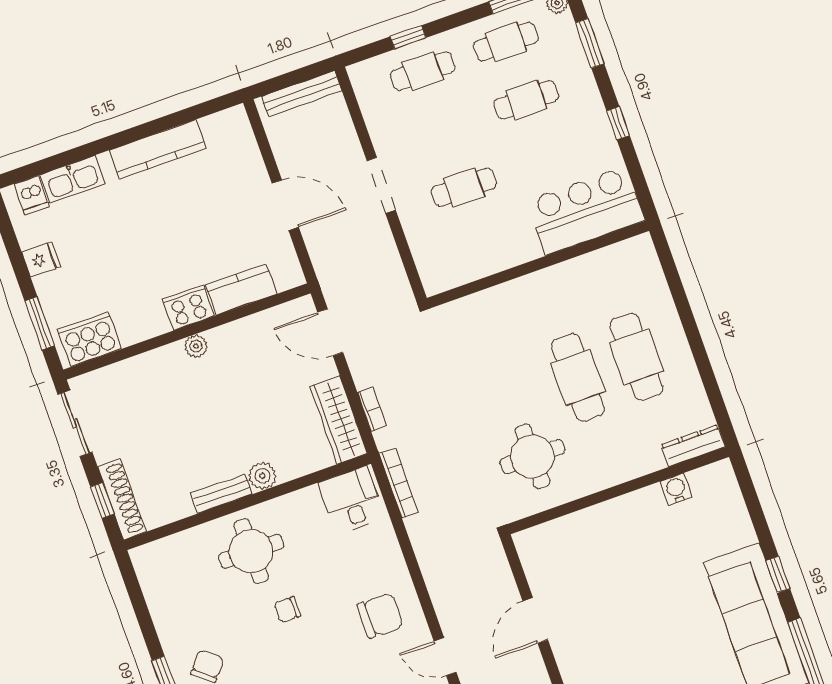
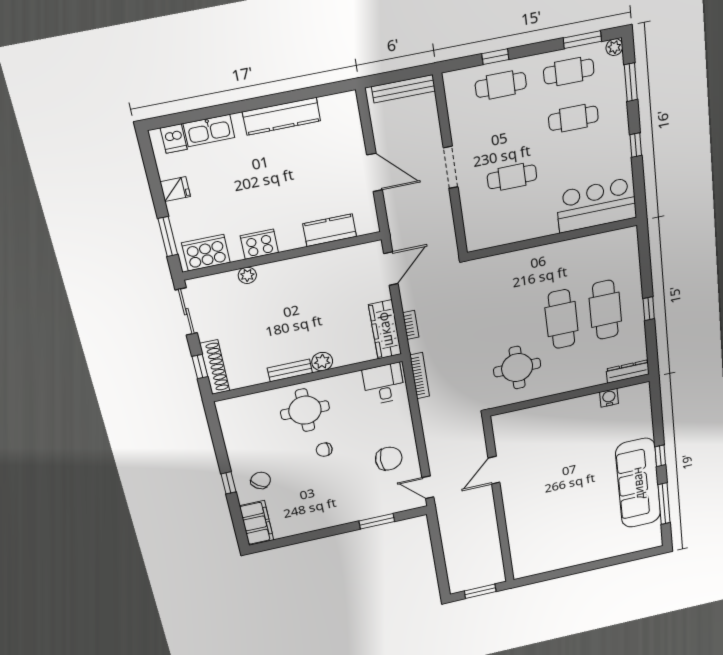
cooker: (188, 308) -> (259, 244), moved
door: (330, 332) -> (391, 269), swing flipped
plant: (196, 346) -> (247, 275), moved
window: (698, 348) -> (649, 309), added

